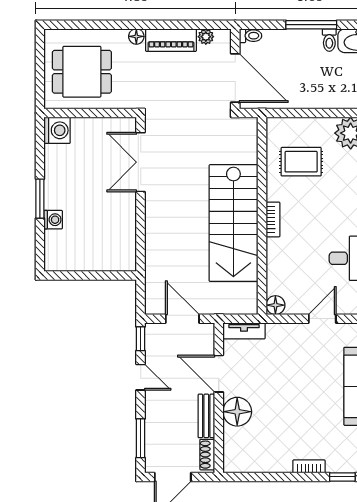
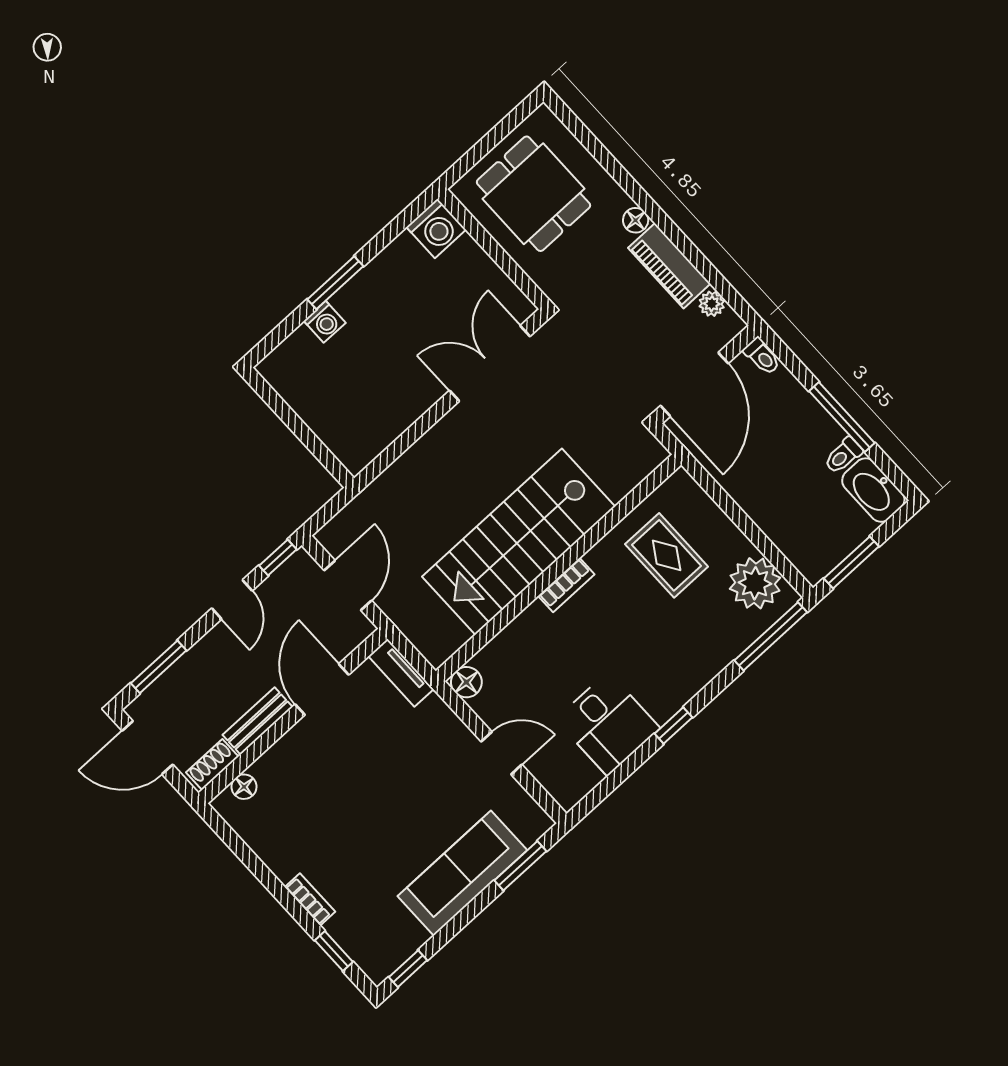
floor lamp: (237, 412) -> (244, 787), moved, width x0.53, depth x0.53

